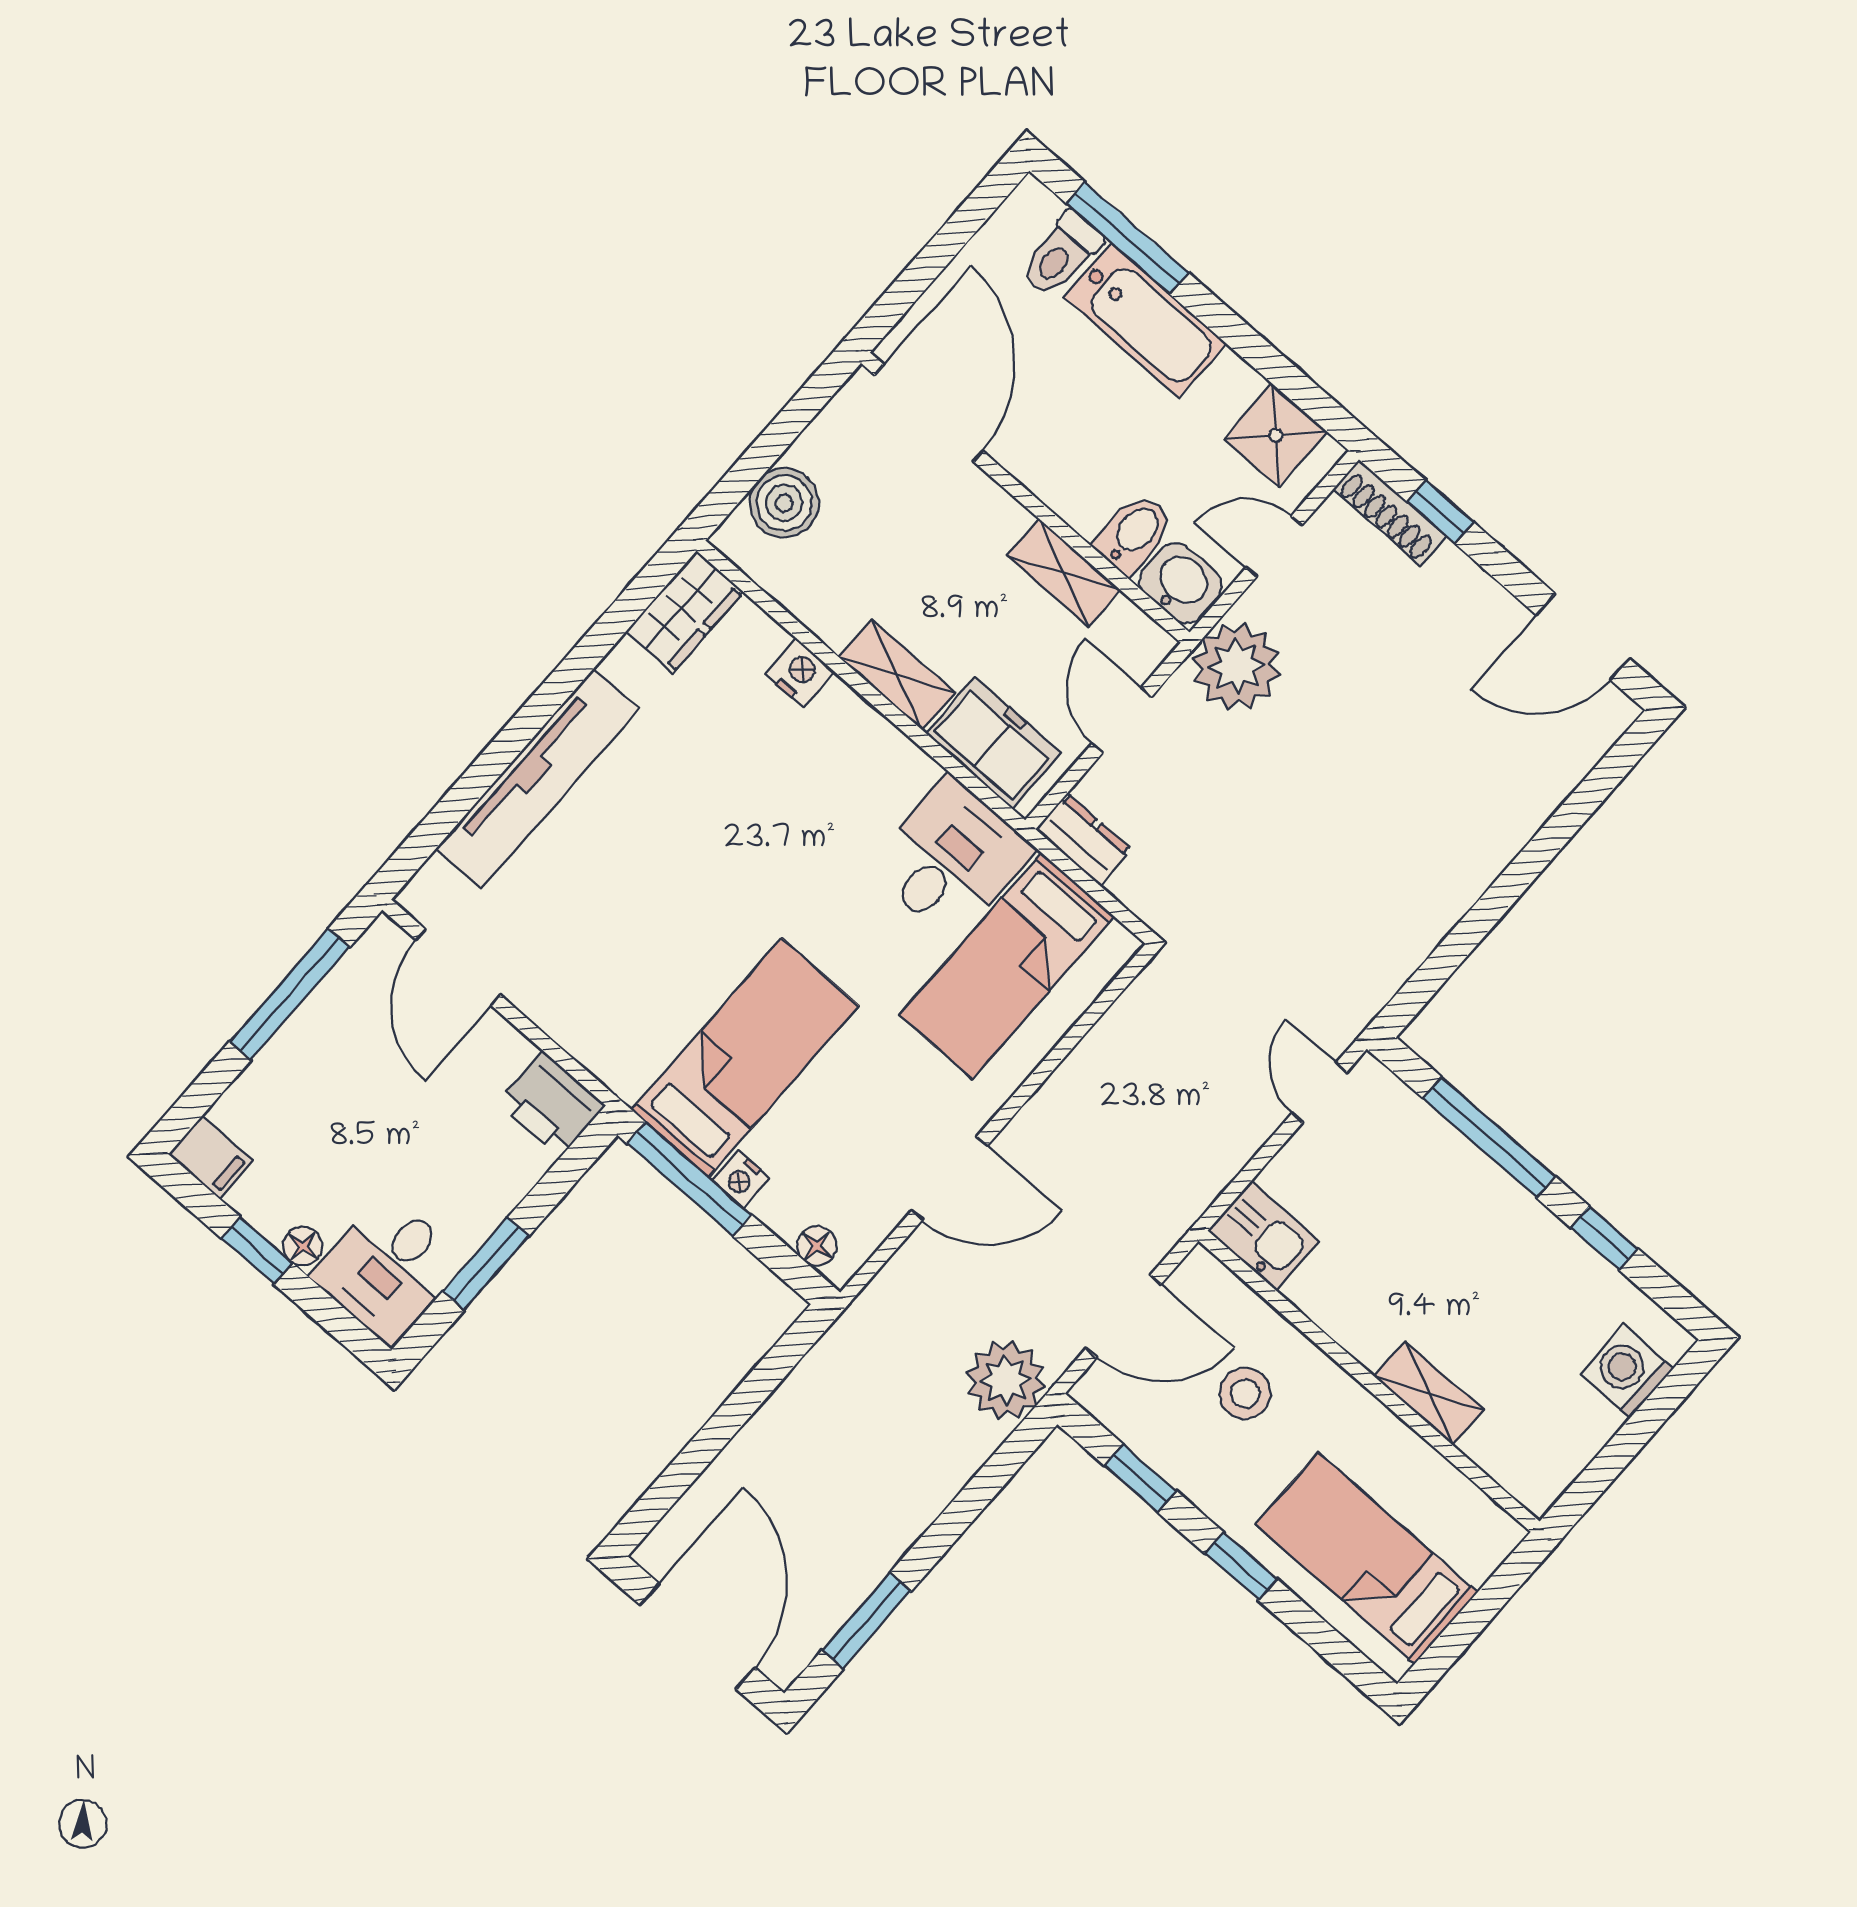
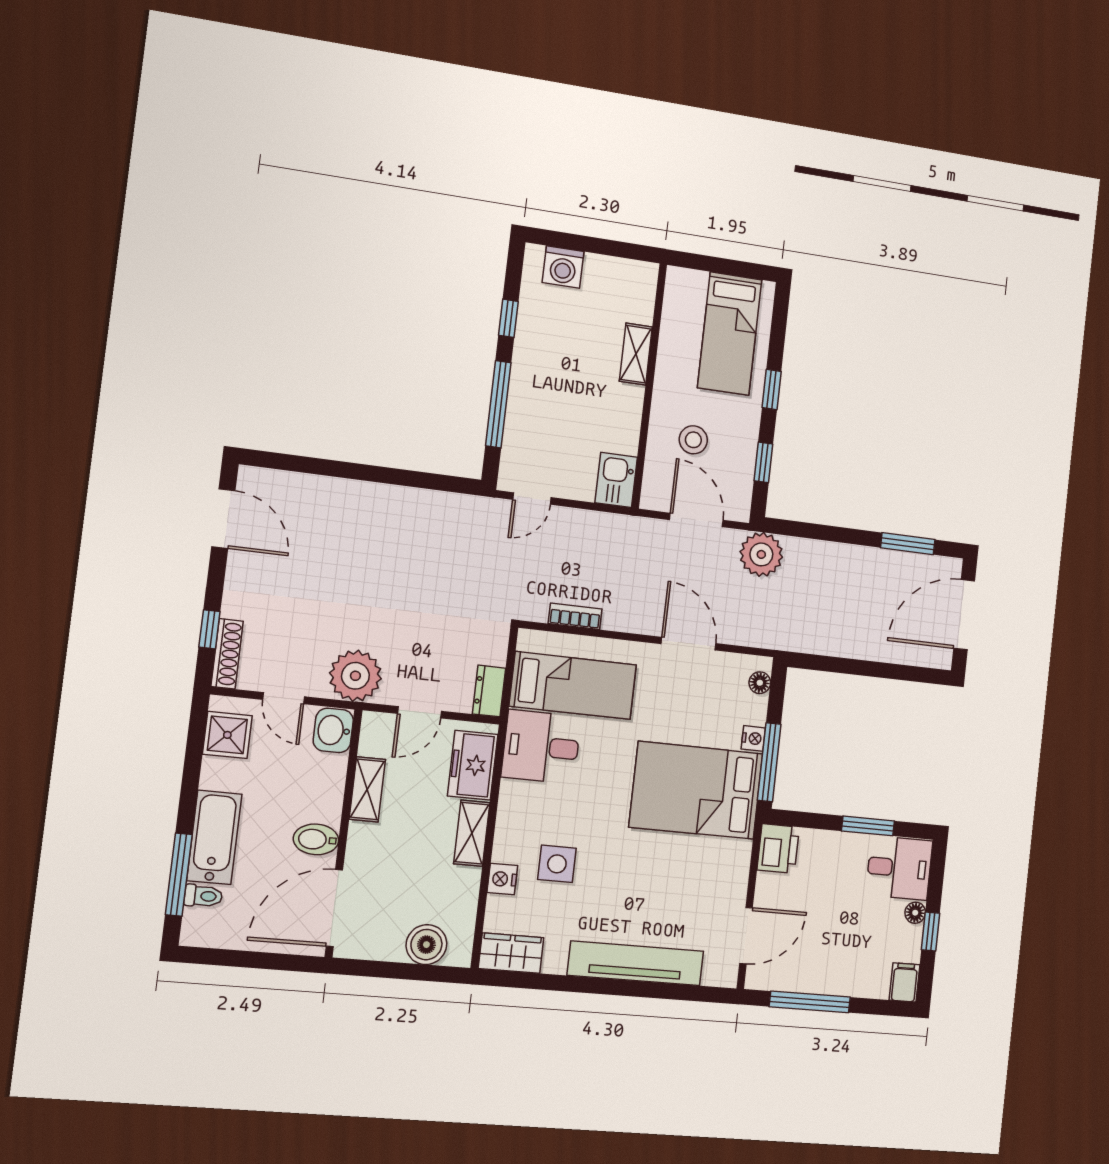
toilet: (1061, 254) -> (203, 896), width x0.73, depth x0.72
bidet: (1134, 534) -> (316, 839), moved
side table: (765, 765) -> (557, 864), added
bookcase: (1105, 1038) -> (575, 616), added
bed: (745, 1058) -> (696, 790), width x1.50

